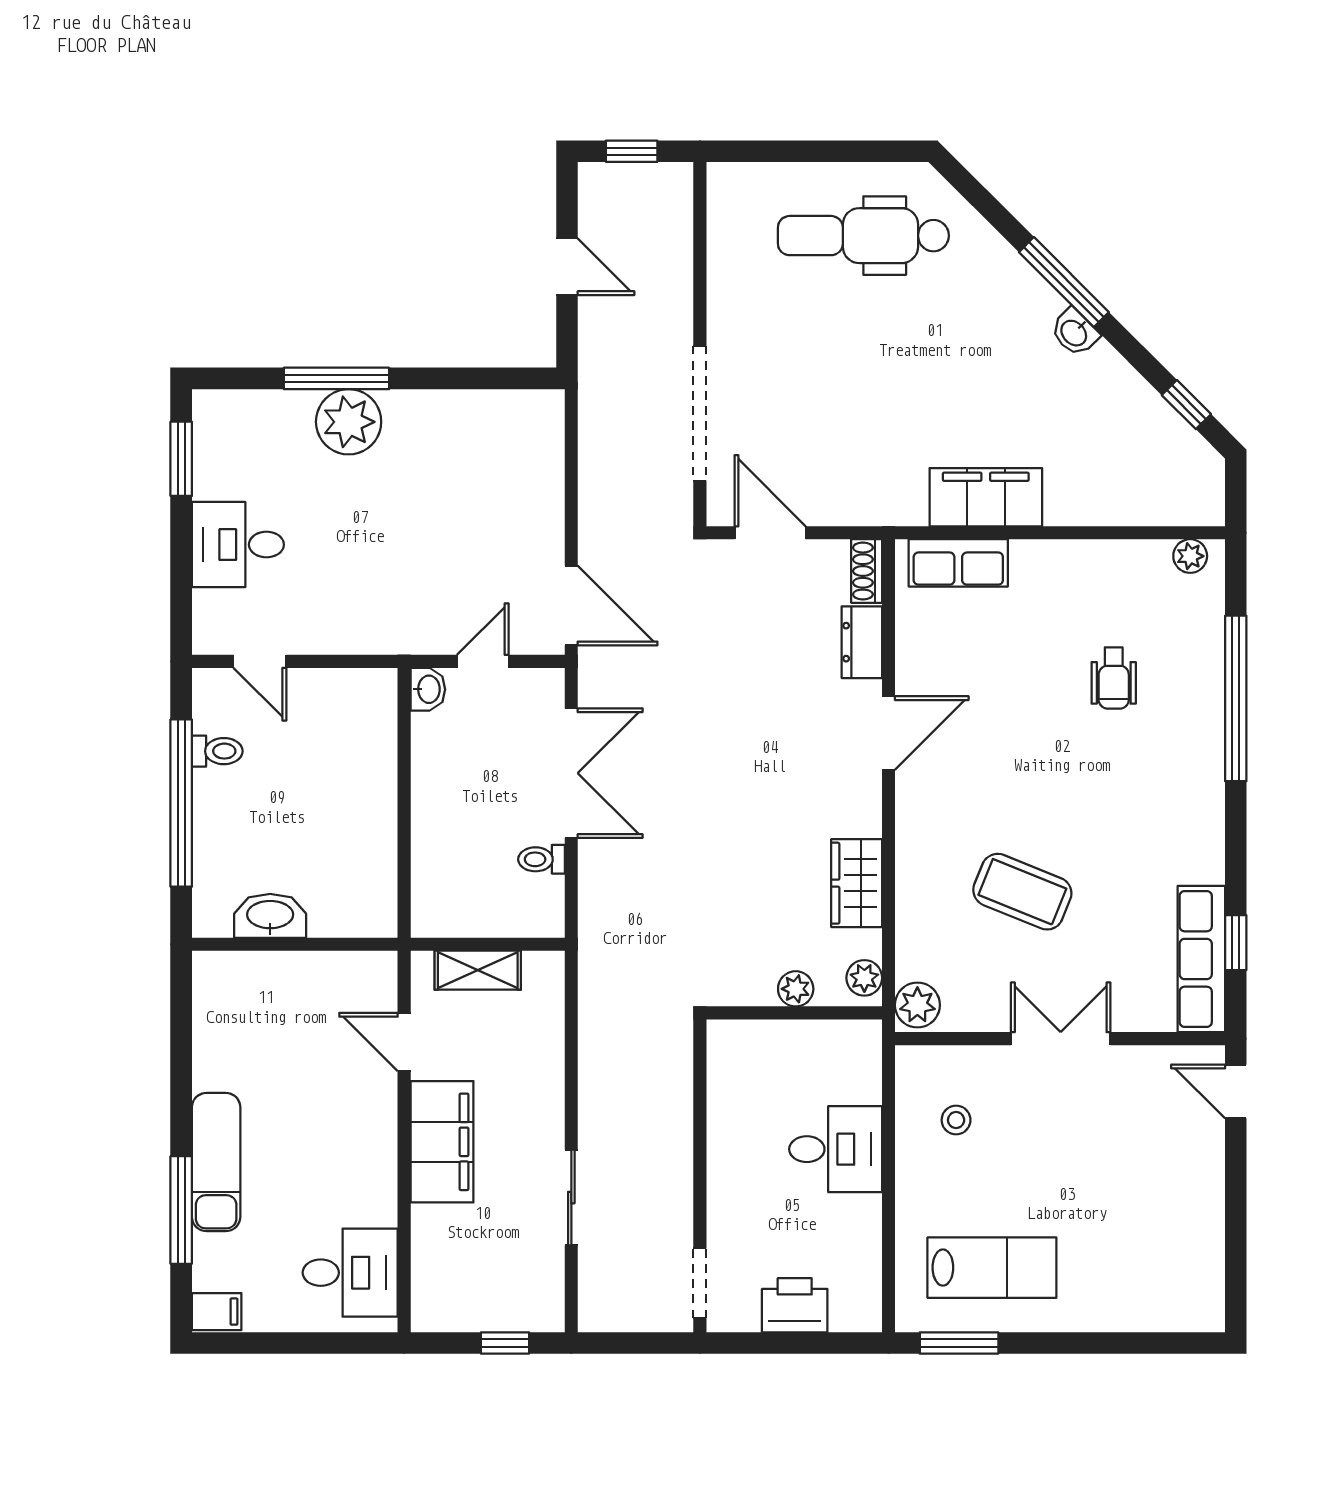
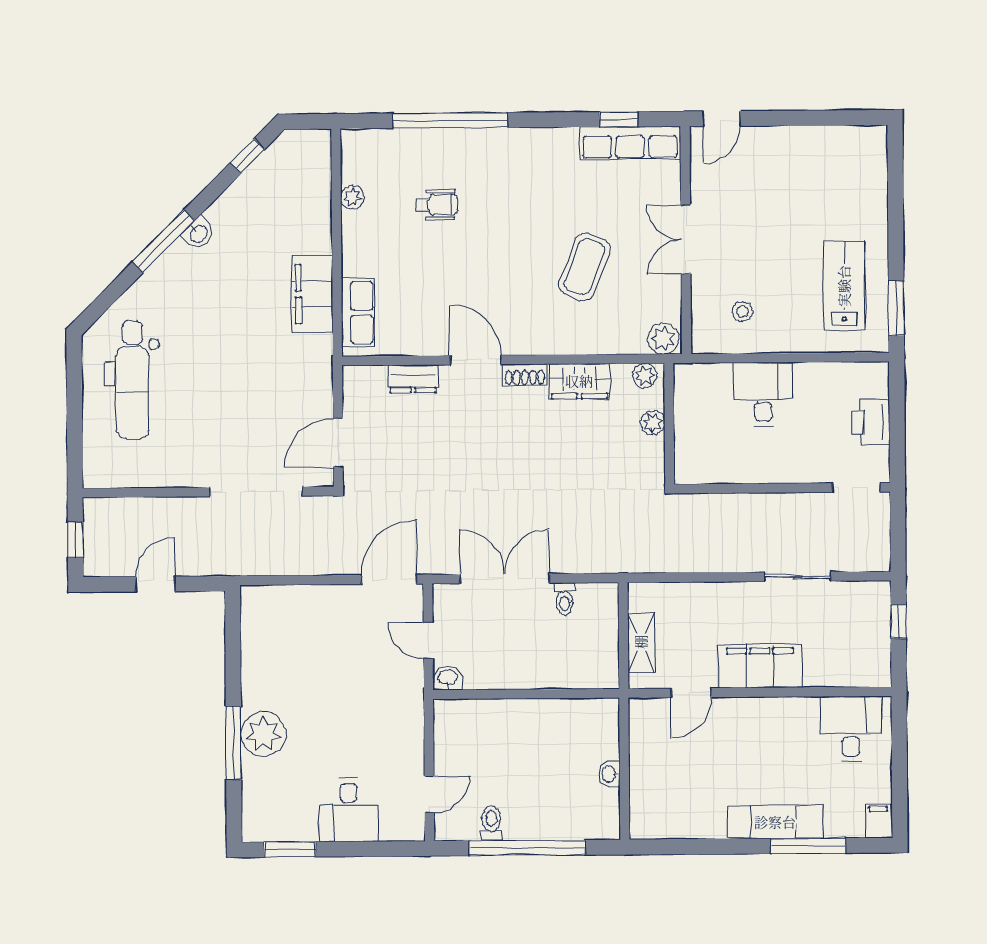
plant: (1190, 556) -> (352, 197), moved
shoe rack: (867, 571) -> (525, 375), moved
washbasin: (270, 916) -> (609, 774), width x0.52, depth x0.69

